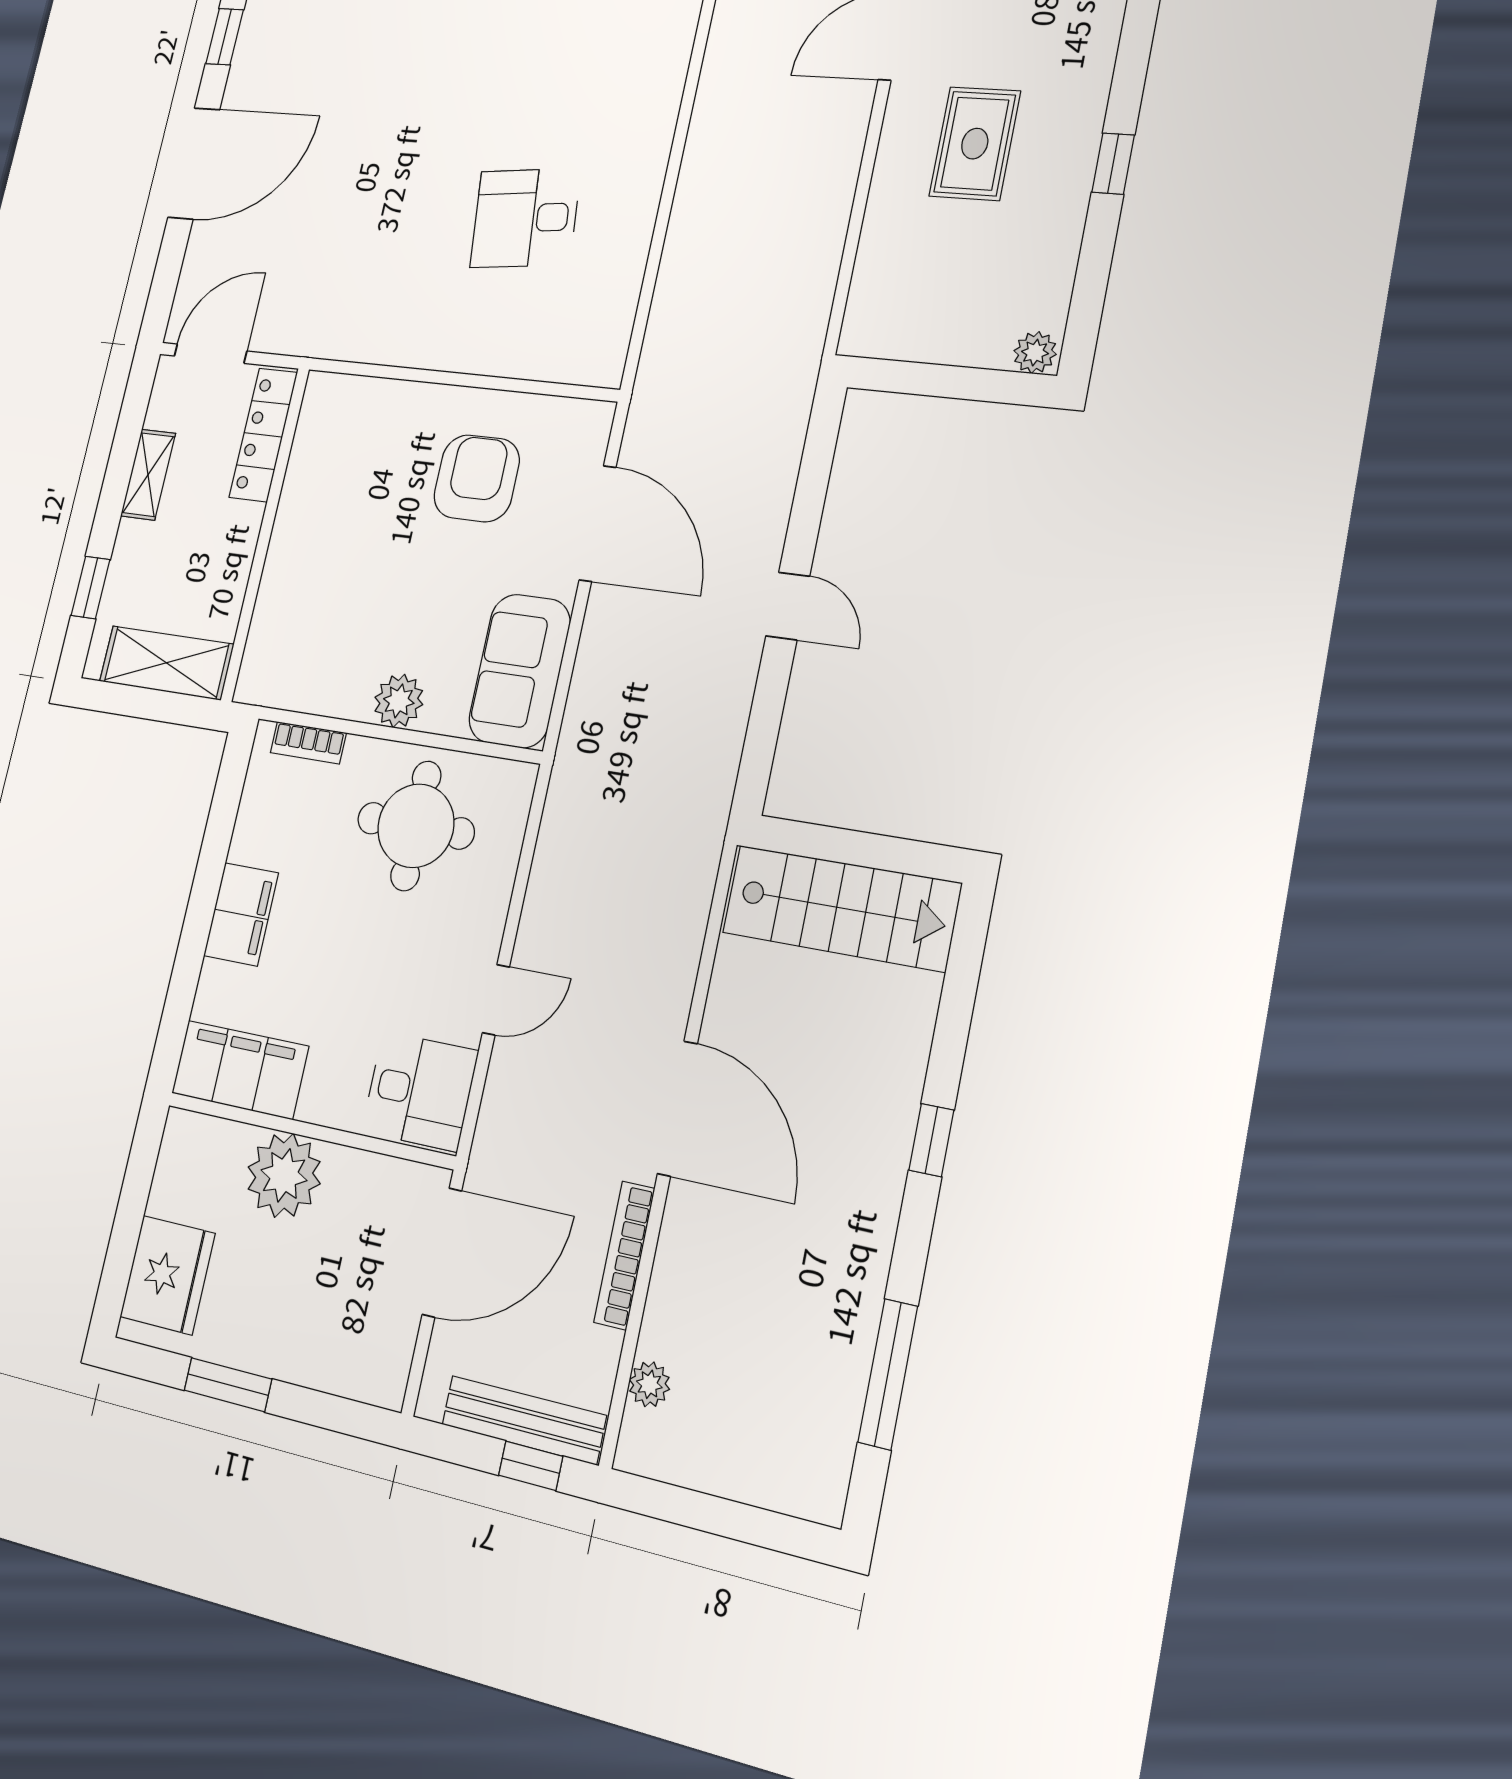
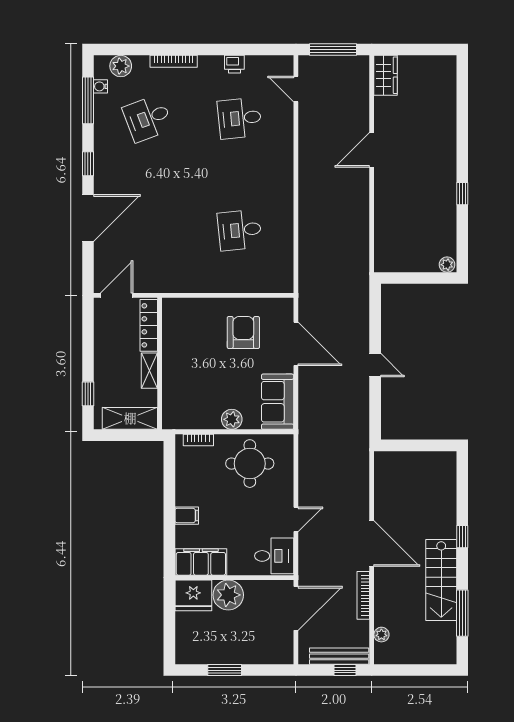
rug: (975, 144) -> (410, 189), removed
shelving: (148, 475) -> (149, 371), moved
stairs: (841, 908) -> (441, 580), moved, turned 90
filing cabinet: (241, 914) -> (187, 516), width x0.50
fridge: (168, 1275) -> (193, 595), moved, turned 90

